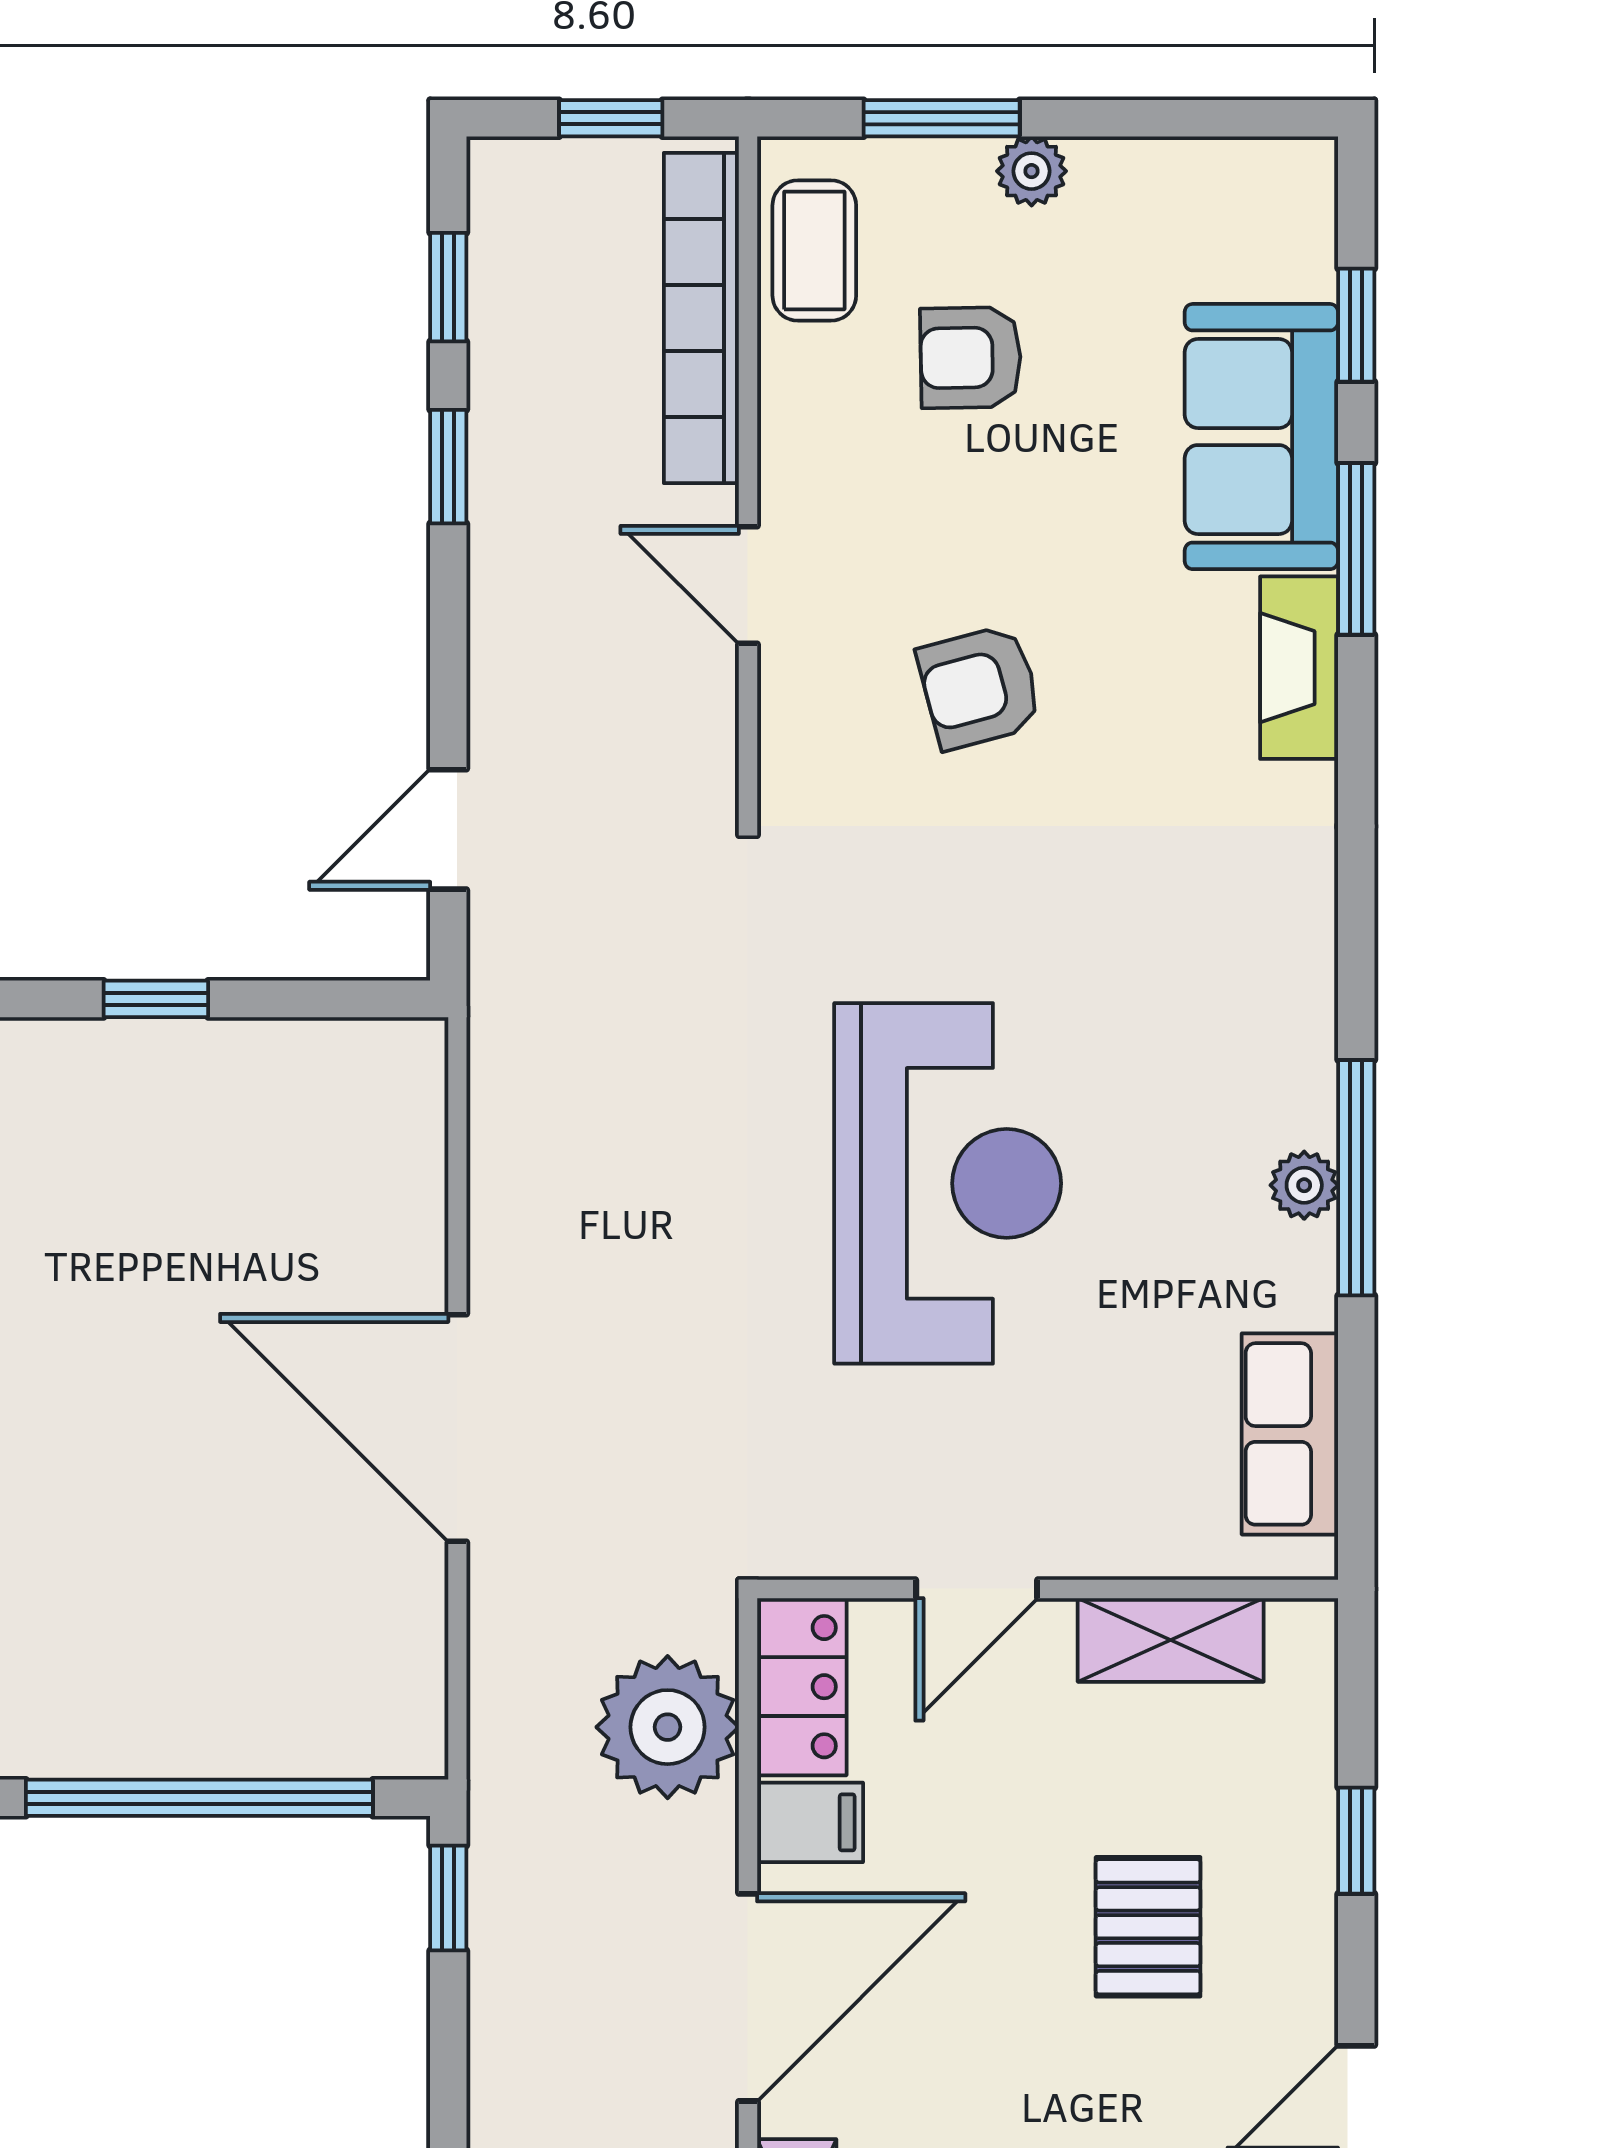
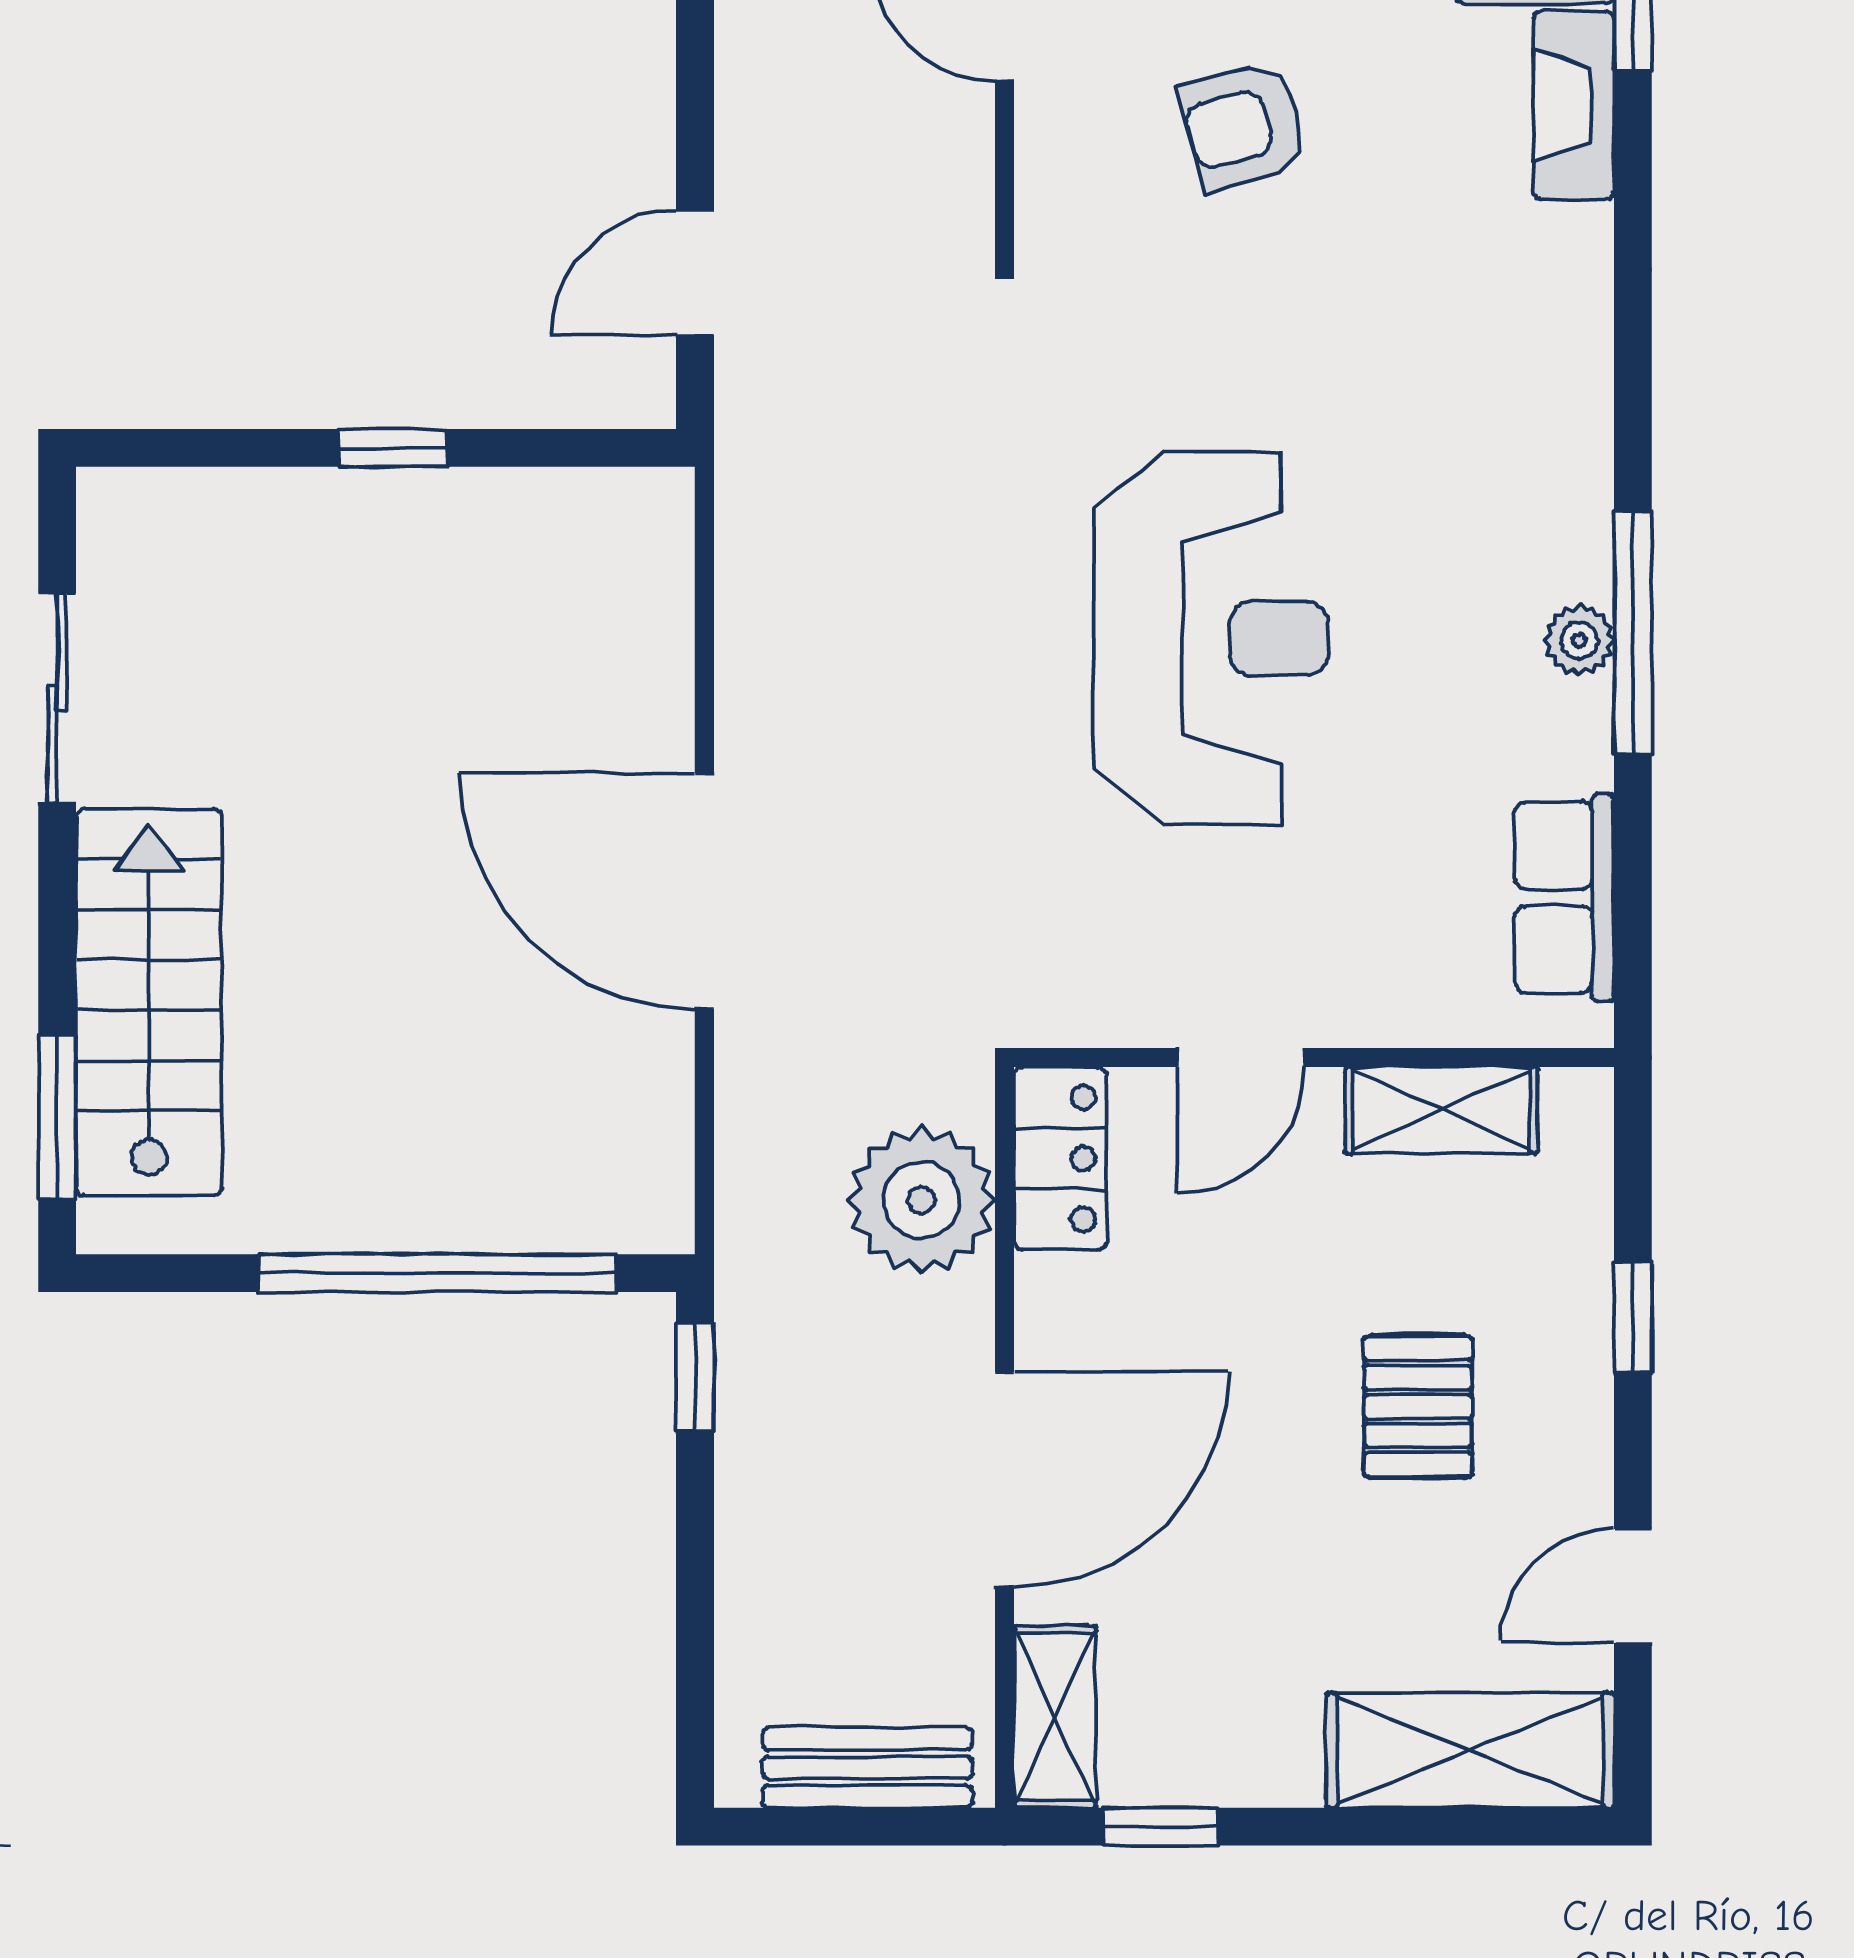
filing cabinet: (810, 1822) -> (1069, 1299), removed

